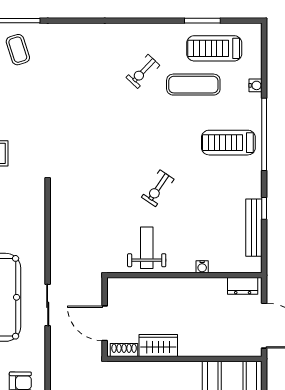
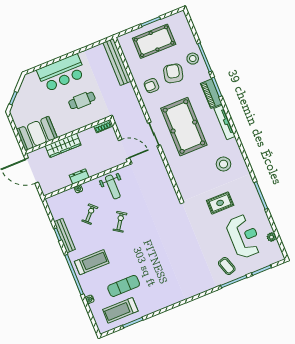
treadmill: (214, 48) -> (120, 310), turned 180
exercise bike: (143, 71) -> (90, 214), moved
bench: (254, 228) -> (65, 236), moved
dresser: (243, 286) -> (79, 176), moved
door: (105, 323) -> (124, 149), moved
wardrobe: (158, 345) -> (63, 145), moved, width x1.50

